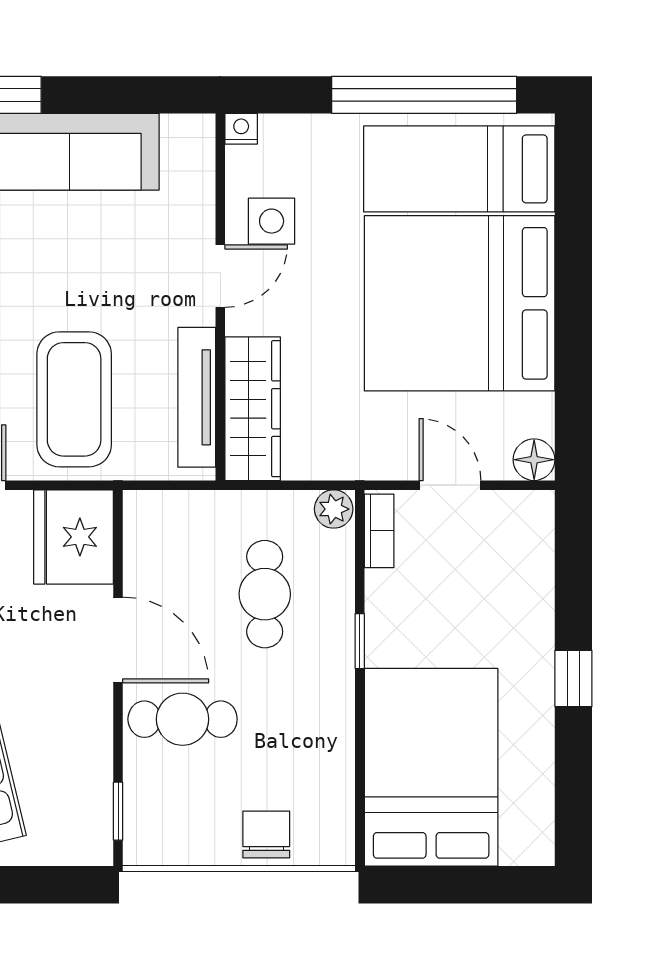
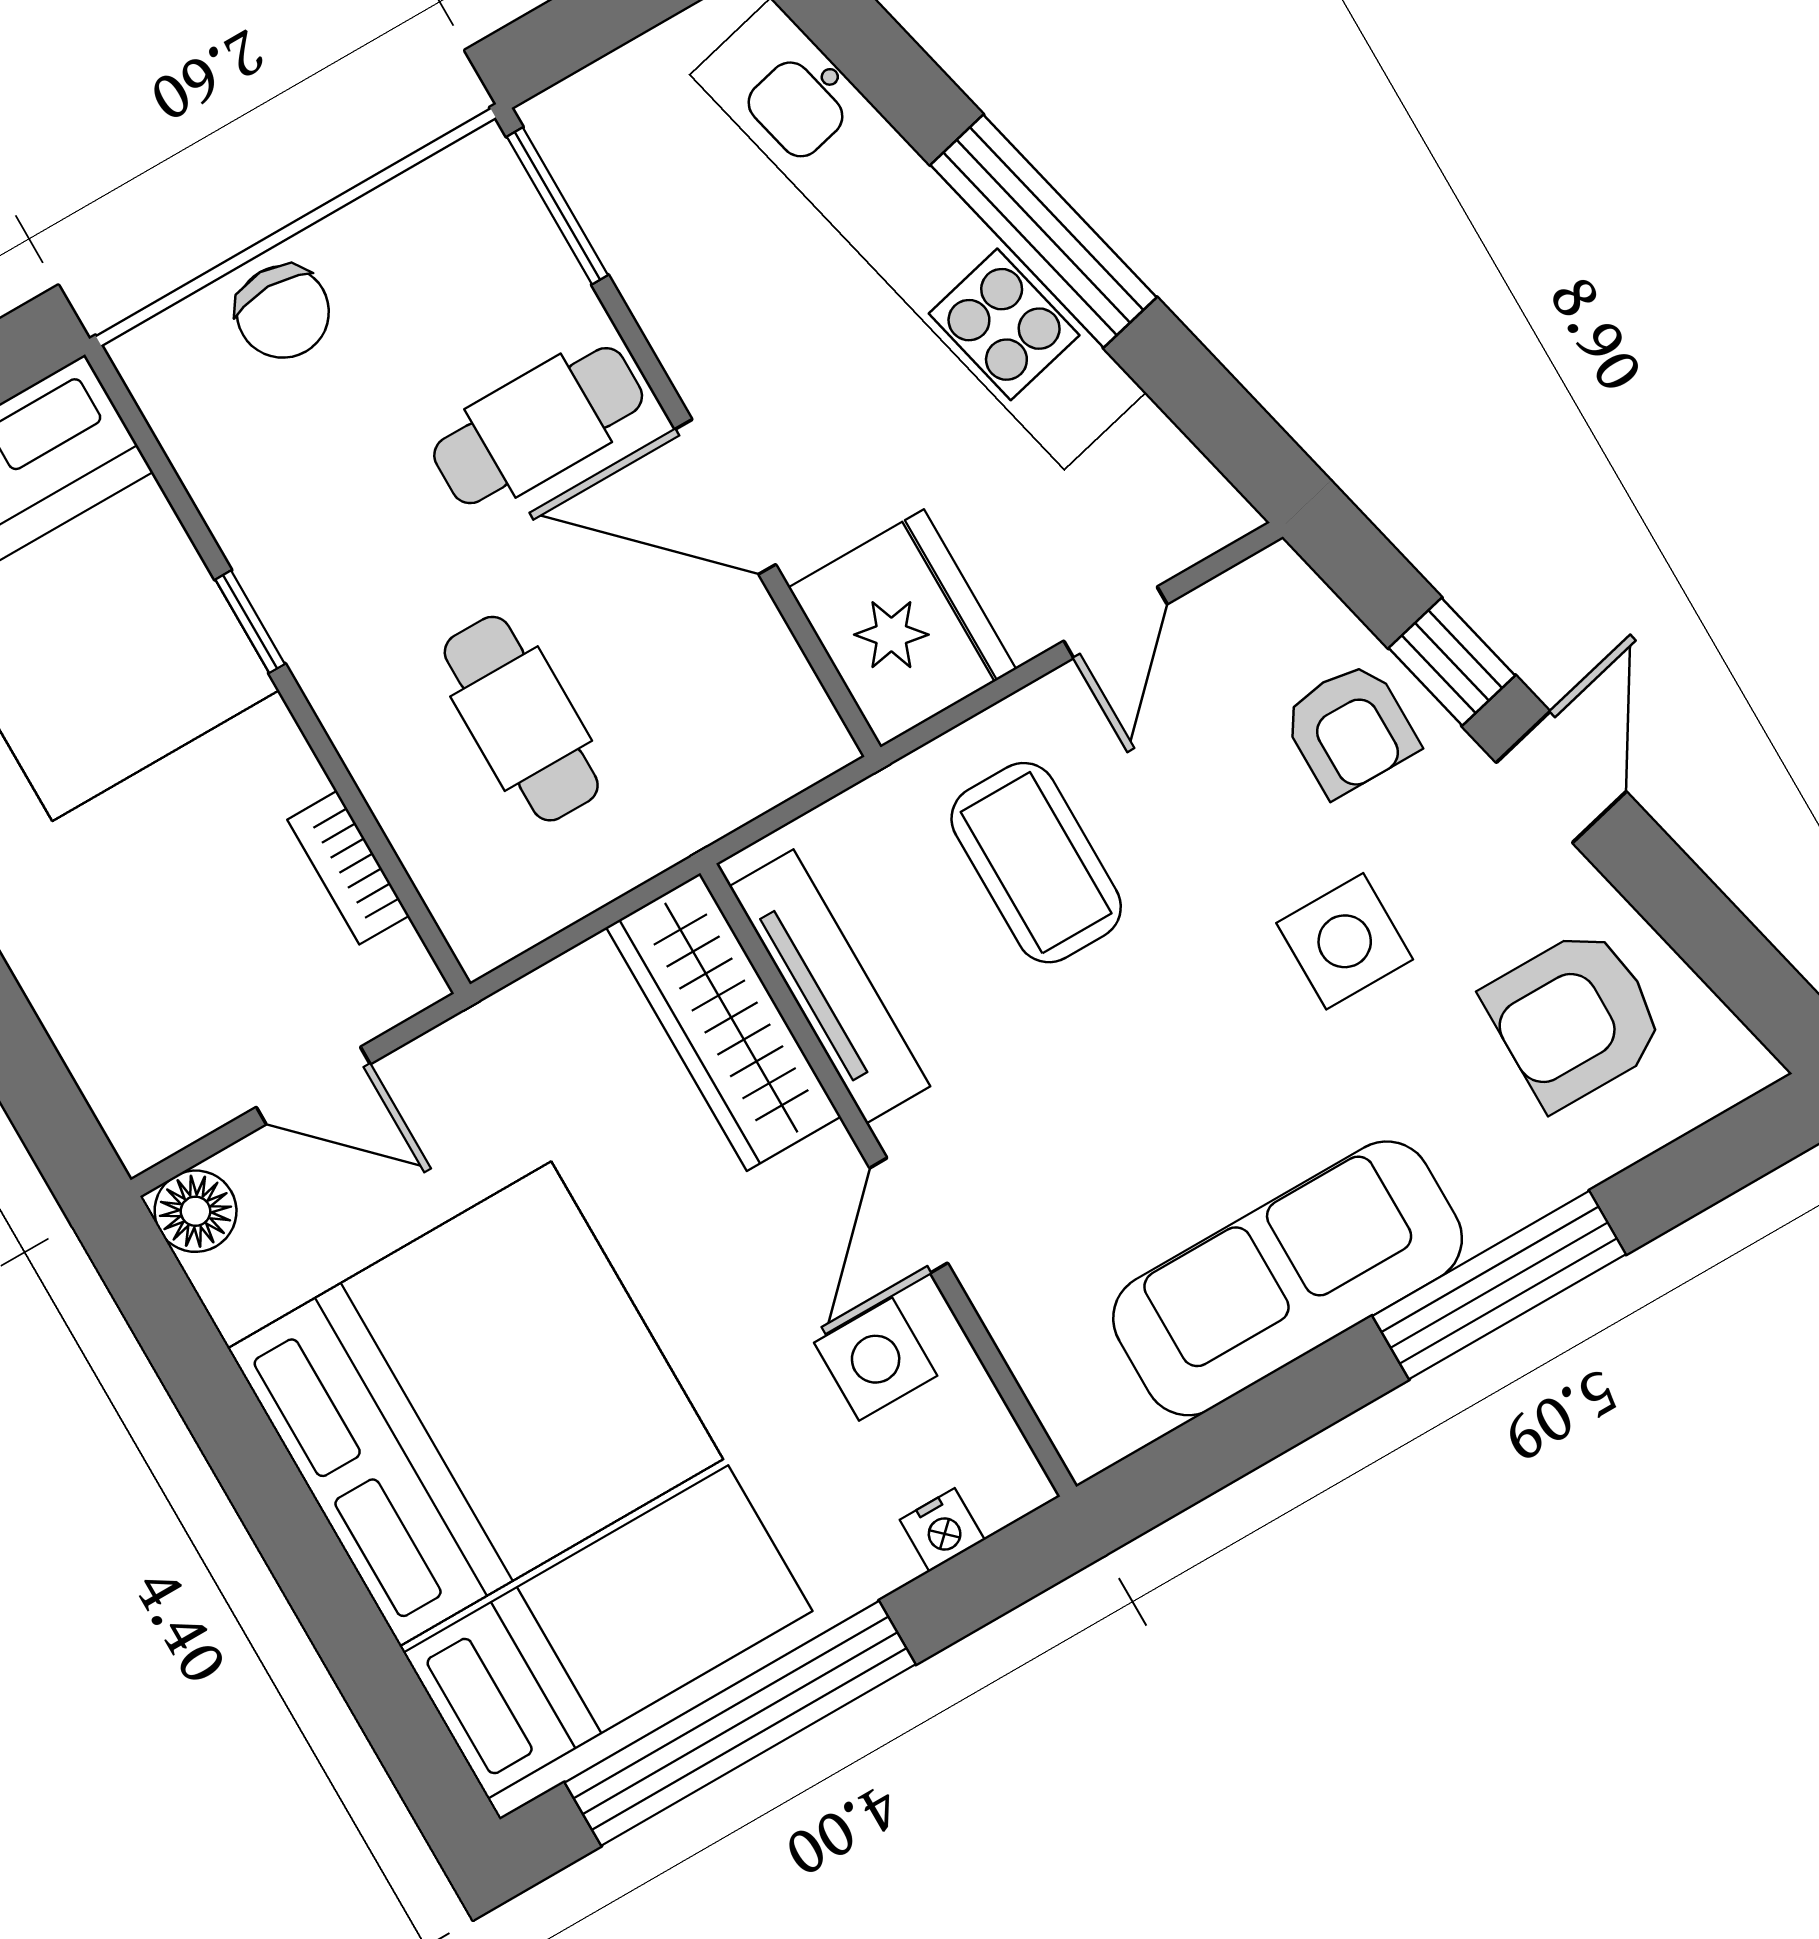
nightstand: (241, 129) -> (942, 1530), moved
coffee table: (74, 399) -> (1036, 863), width x0.73, depth x0.76
plant: (334, 509) -> (488, 931), removed
bookcase: (379, 531) -> (348, 868), moved
window: (360, 641) -> (250, 622), moved
window: (118, 811) -> (557, 206), width x1.50

